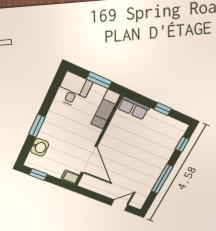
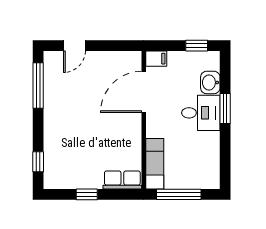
window: (99, 80) -> (179, 194), width x1.44
desk: (74, 90) -> (201, 113), moved, turned -90
door: (89, 160) -> (144, 92), hinge flipped
window: (162, 179) -> (38, 86), moved

